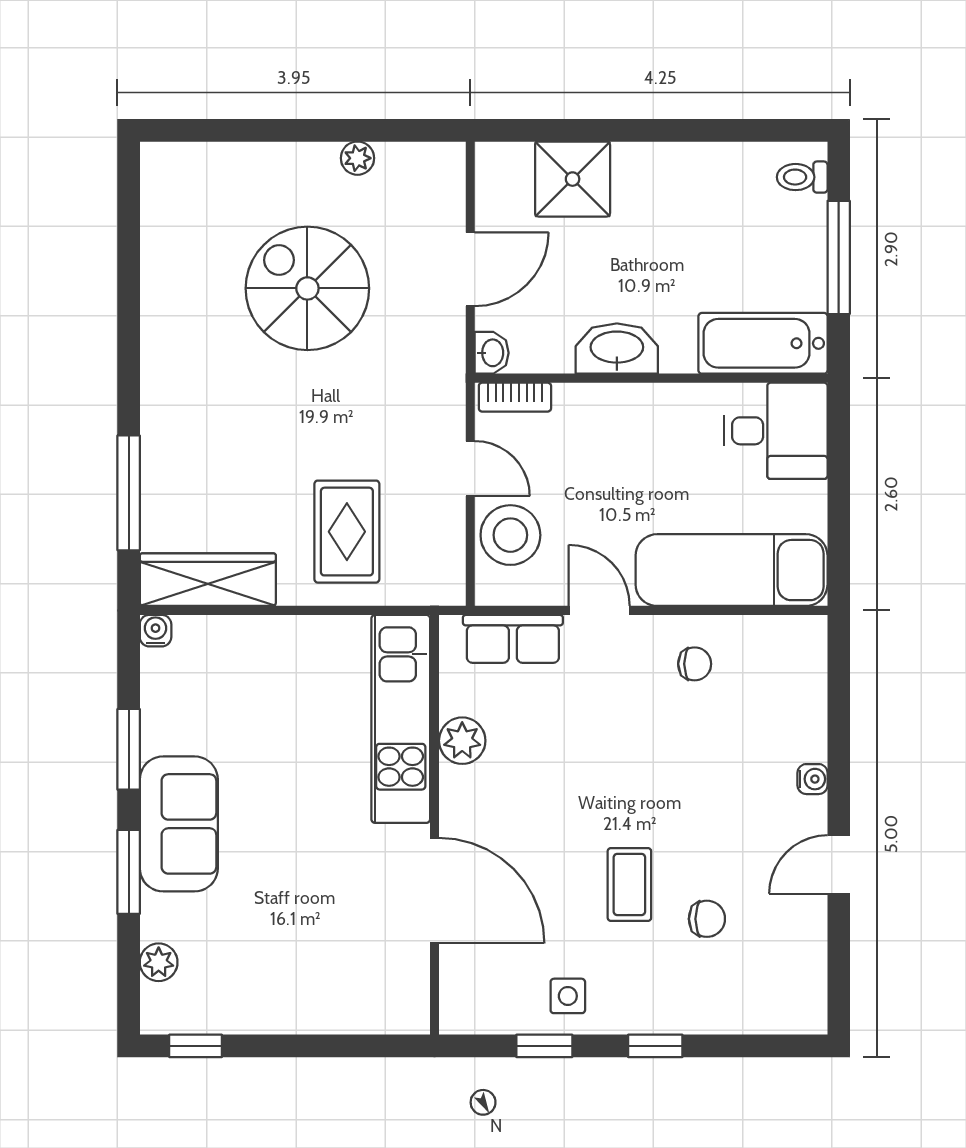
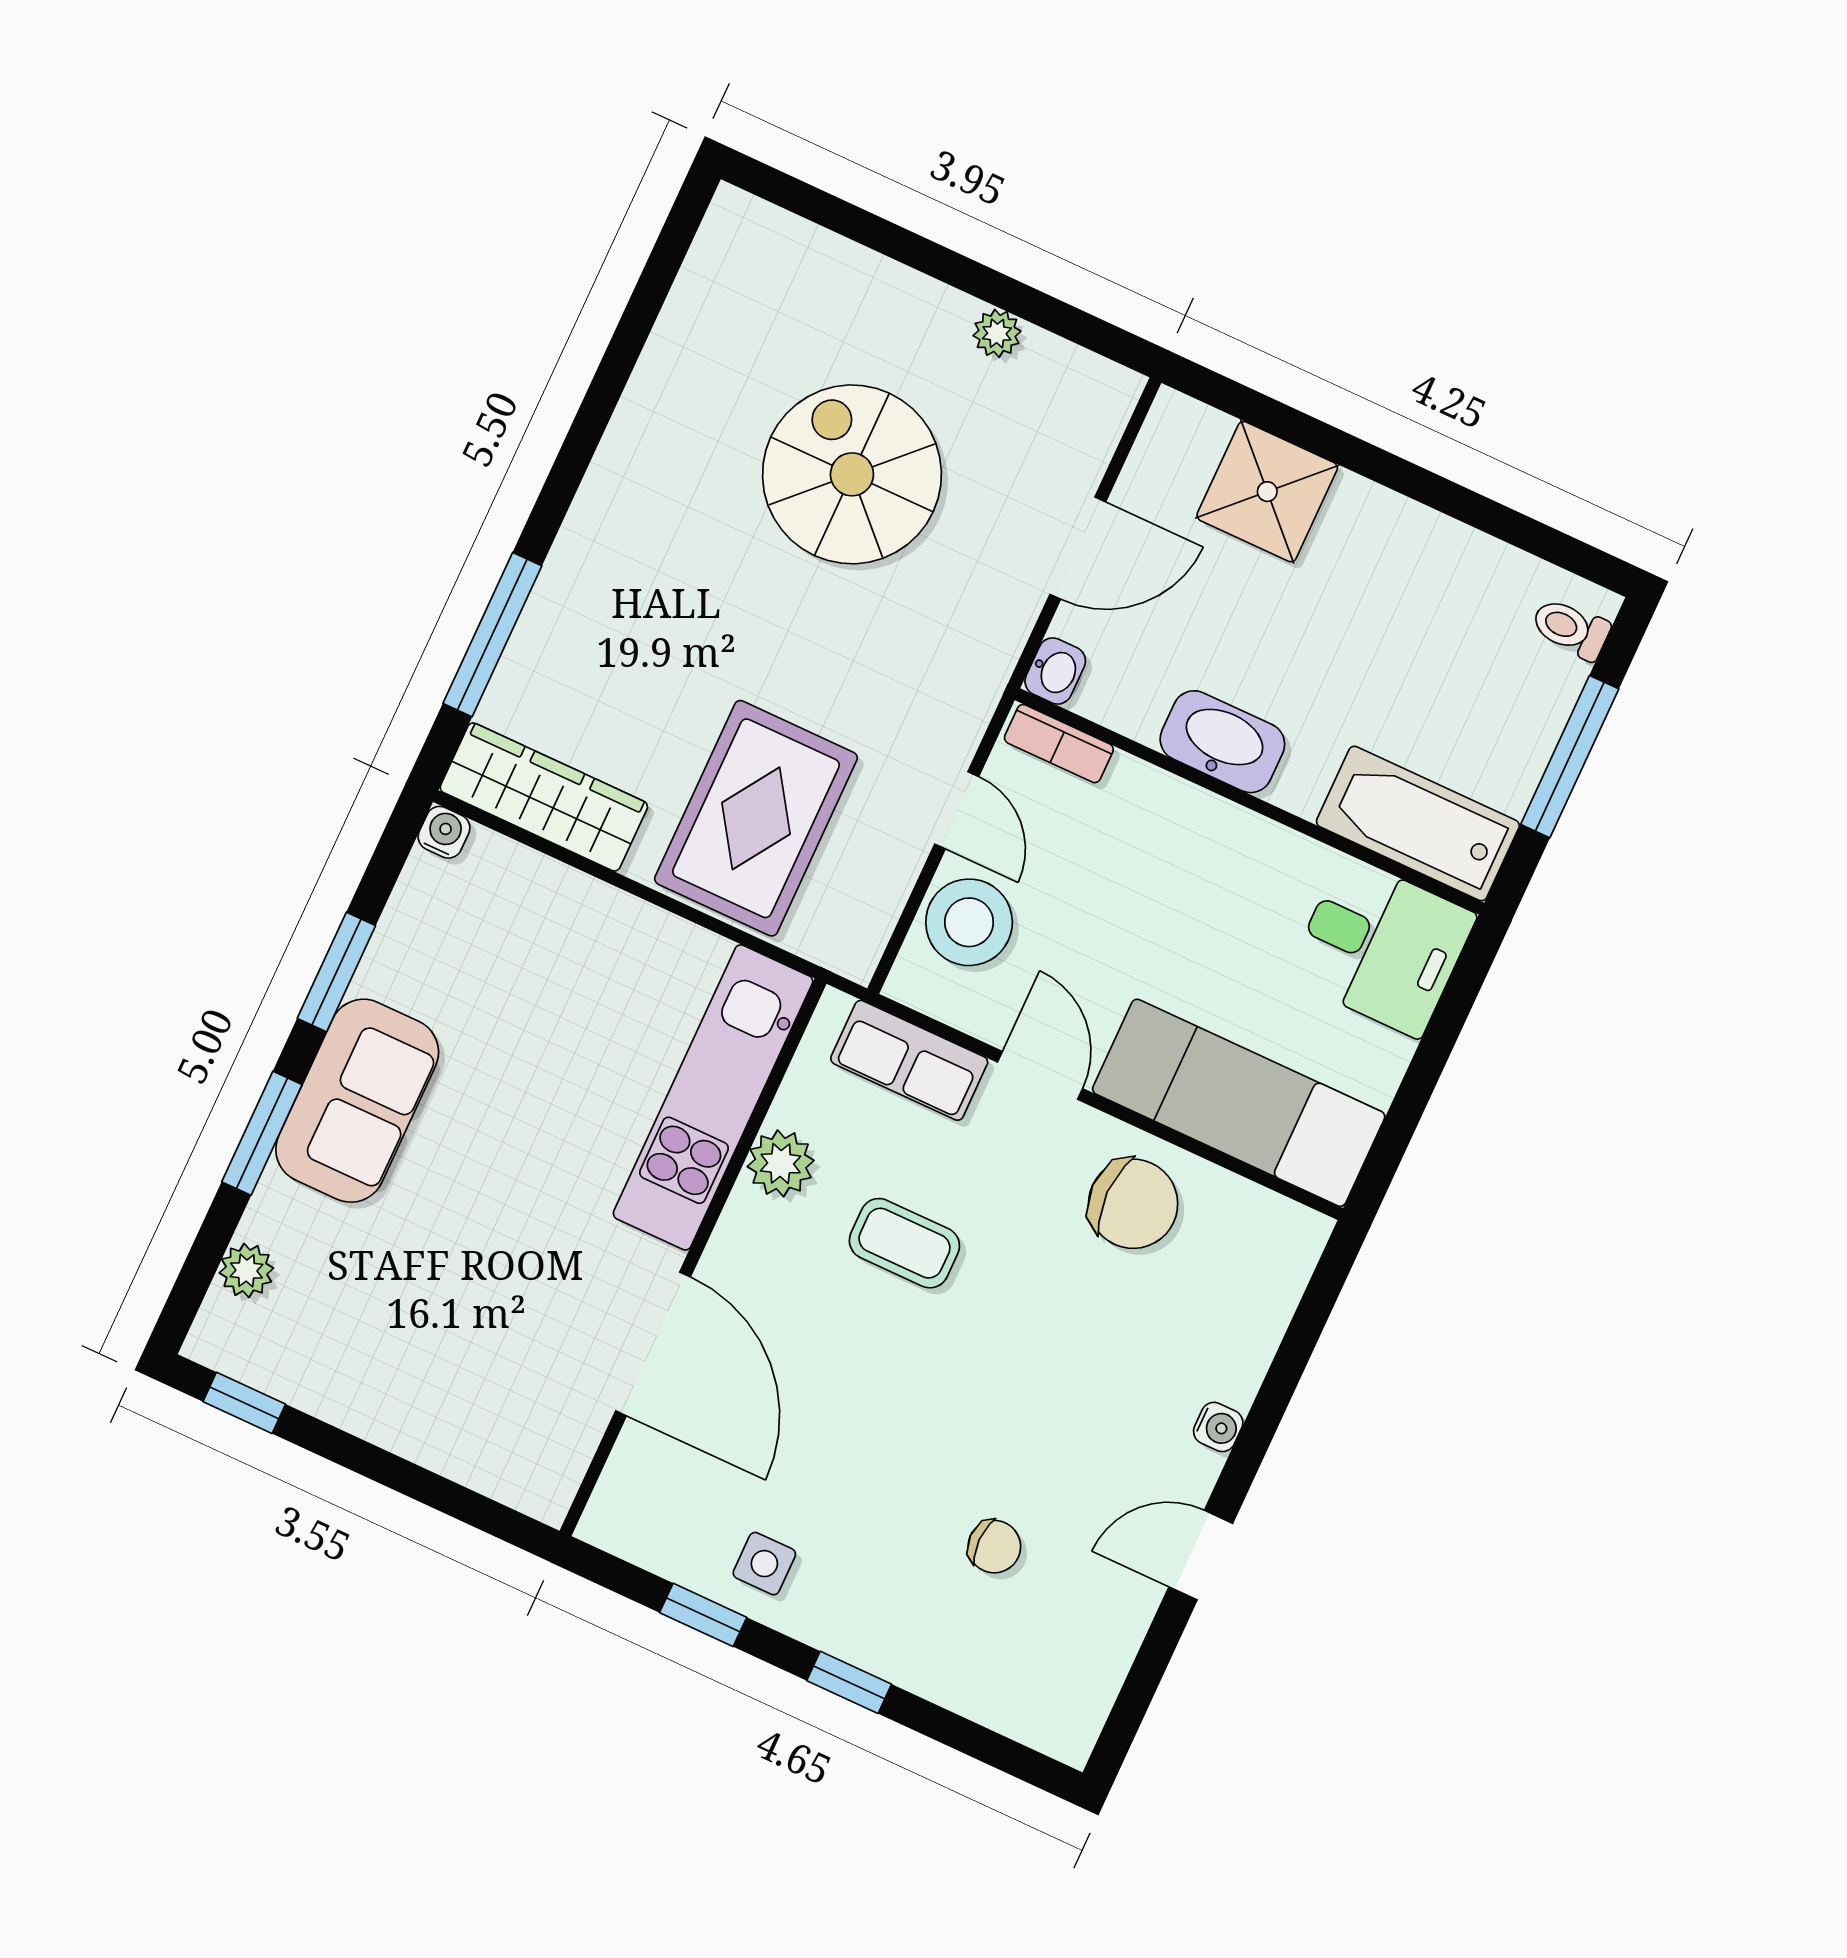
rug: (347, 532) -> (756, 818), width x1.36, depth x1.43
chair: (695, 664) -> (1133, 1204), width x1.87, depth x1.87
coffee table: (629, 884) -> (904, 1243), moved, turned 90

